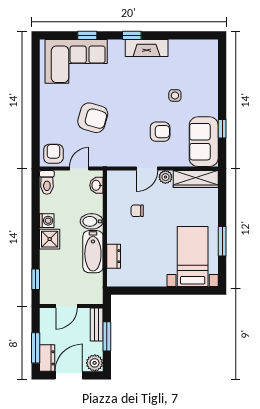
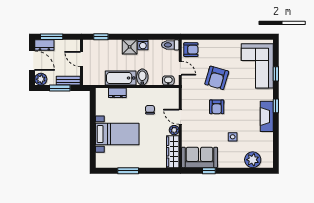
plant: (207, 68) -> (253, 160), added
armchair: (160, 132) -> (217, 107), moved
bed with nightstands: (193, 256) -> (117, 134), moved

